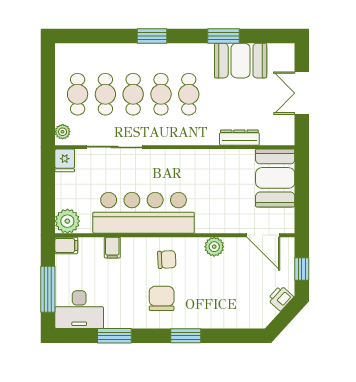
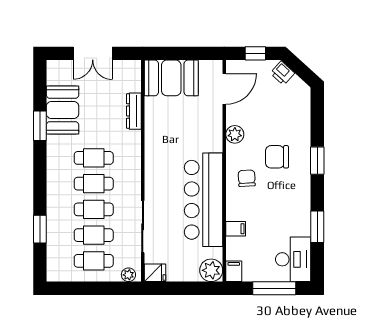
window: (152, 36) -> (40, 229), moved
chair: (162, 298) -> (277, 157), moved

